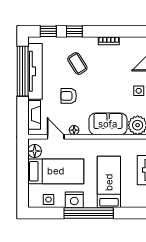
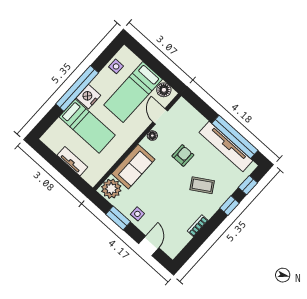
fireplace: (34, 115) -> (192, 115), removed
door: (56, 137) -> (160, 116), swing flipped
nightstand: (74, 200) -> (88, 97), moved

